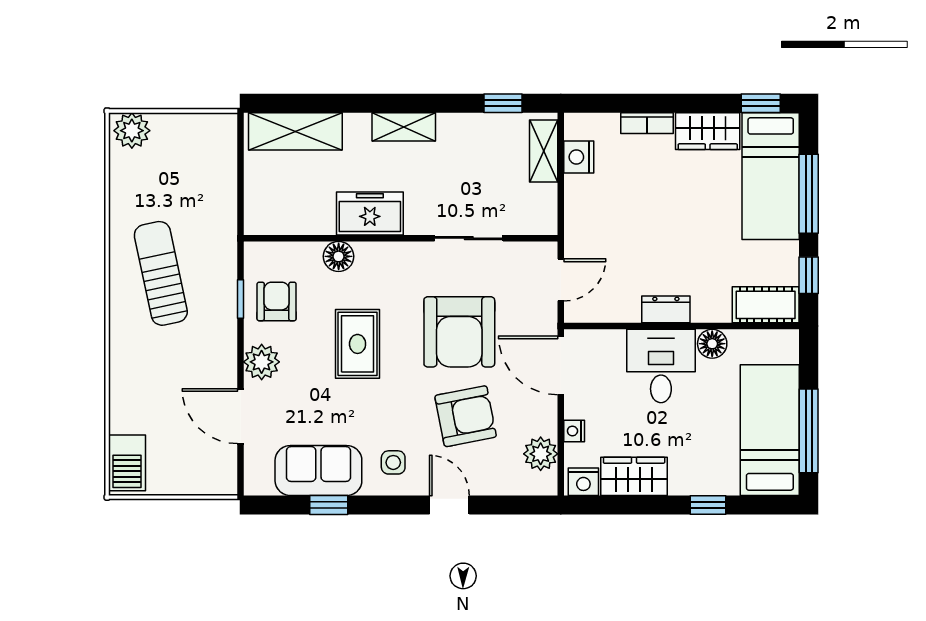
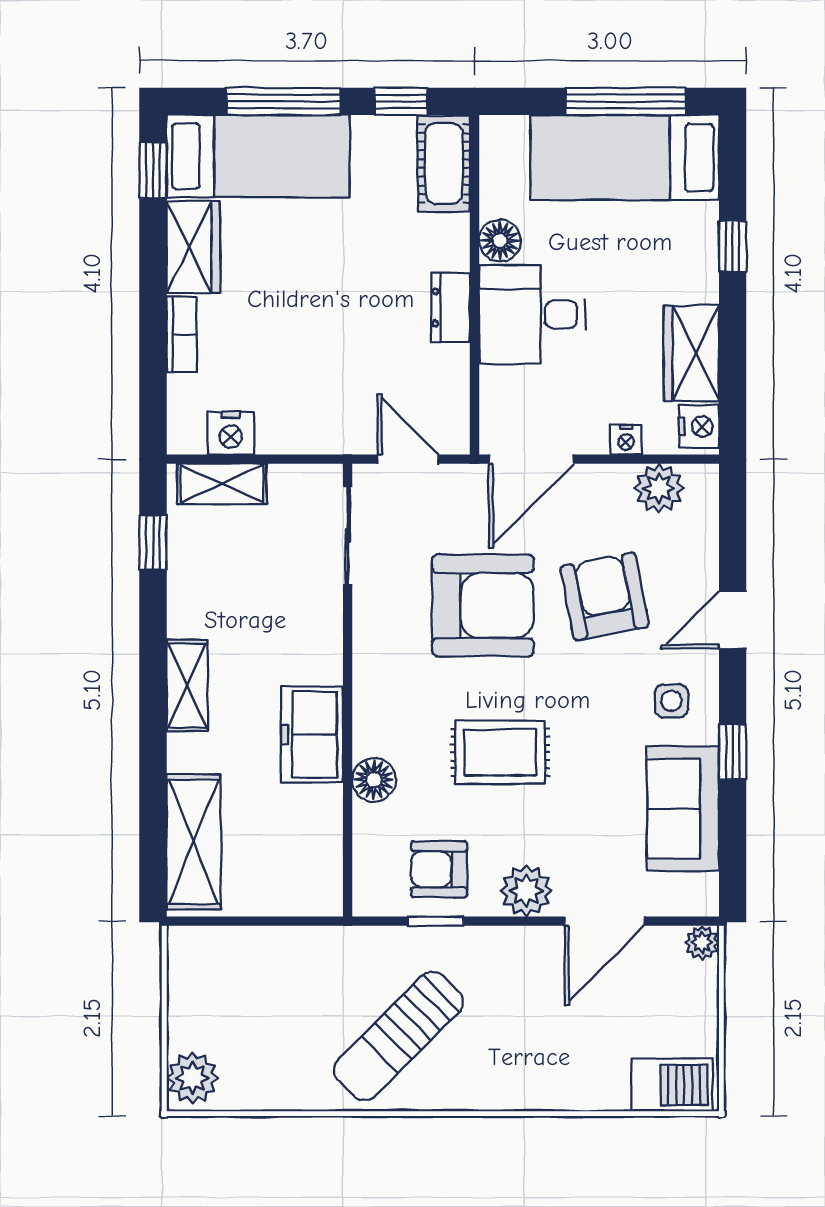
sliding door: (469, 238) -> (348, 535), moved
sun lounger: (161, 273) -> (399, 1036), turned -33
plant: (226, 484) -> (702, 943), added
window: (329, 505) -> (733, 752), moved

